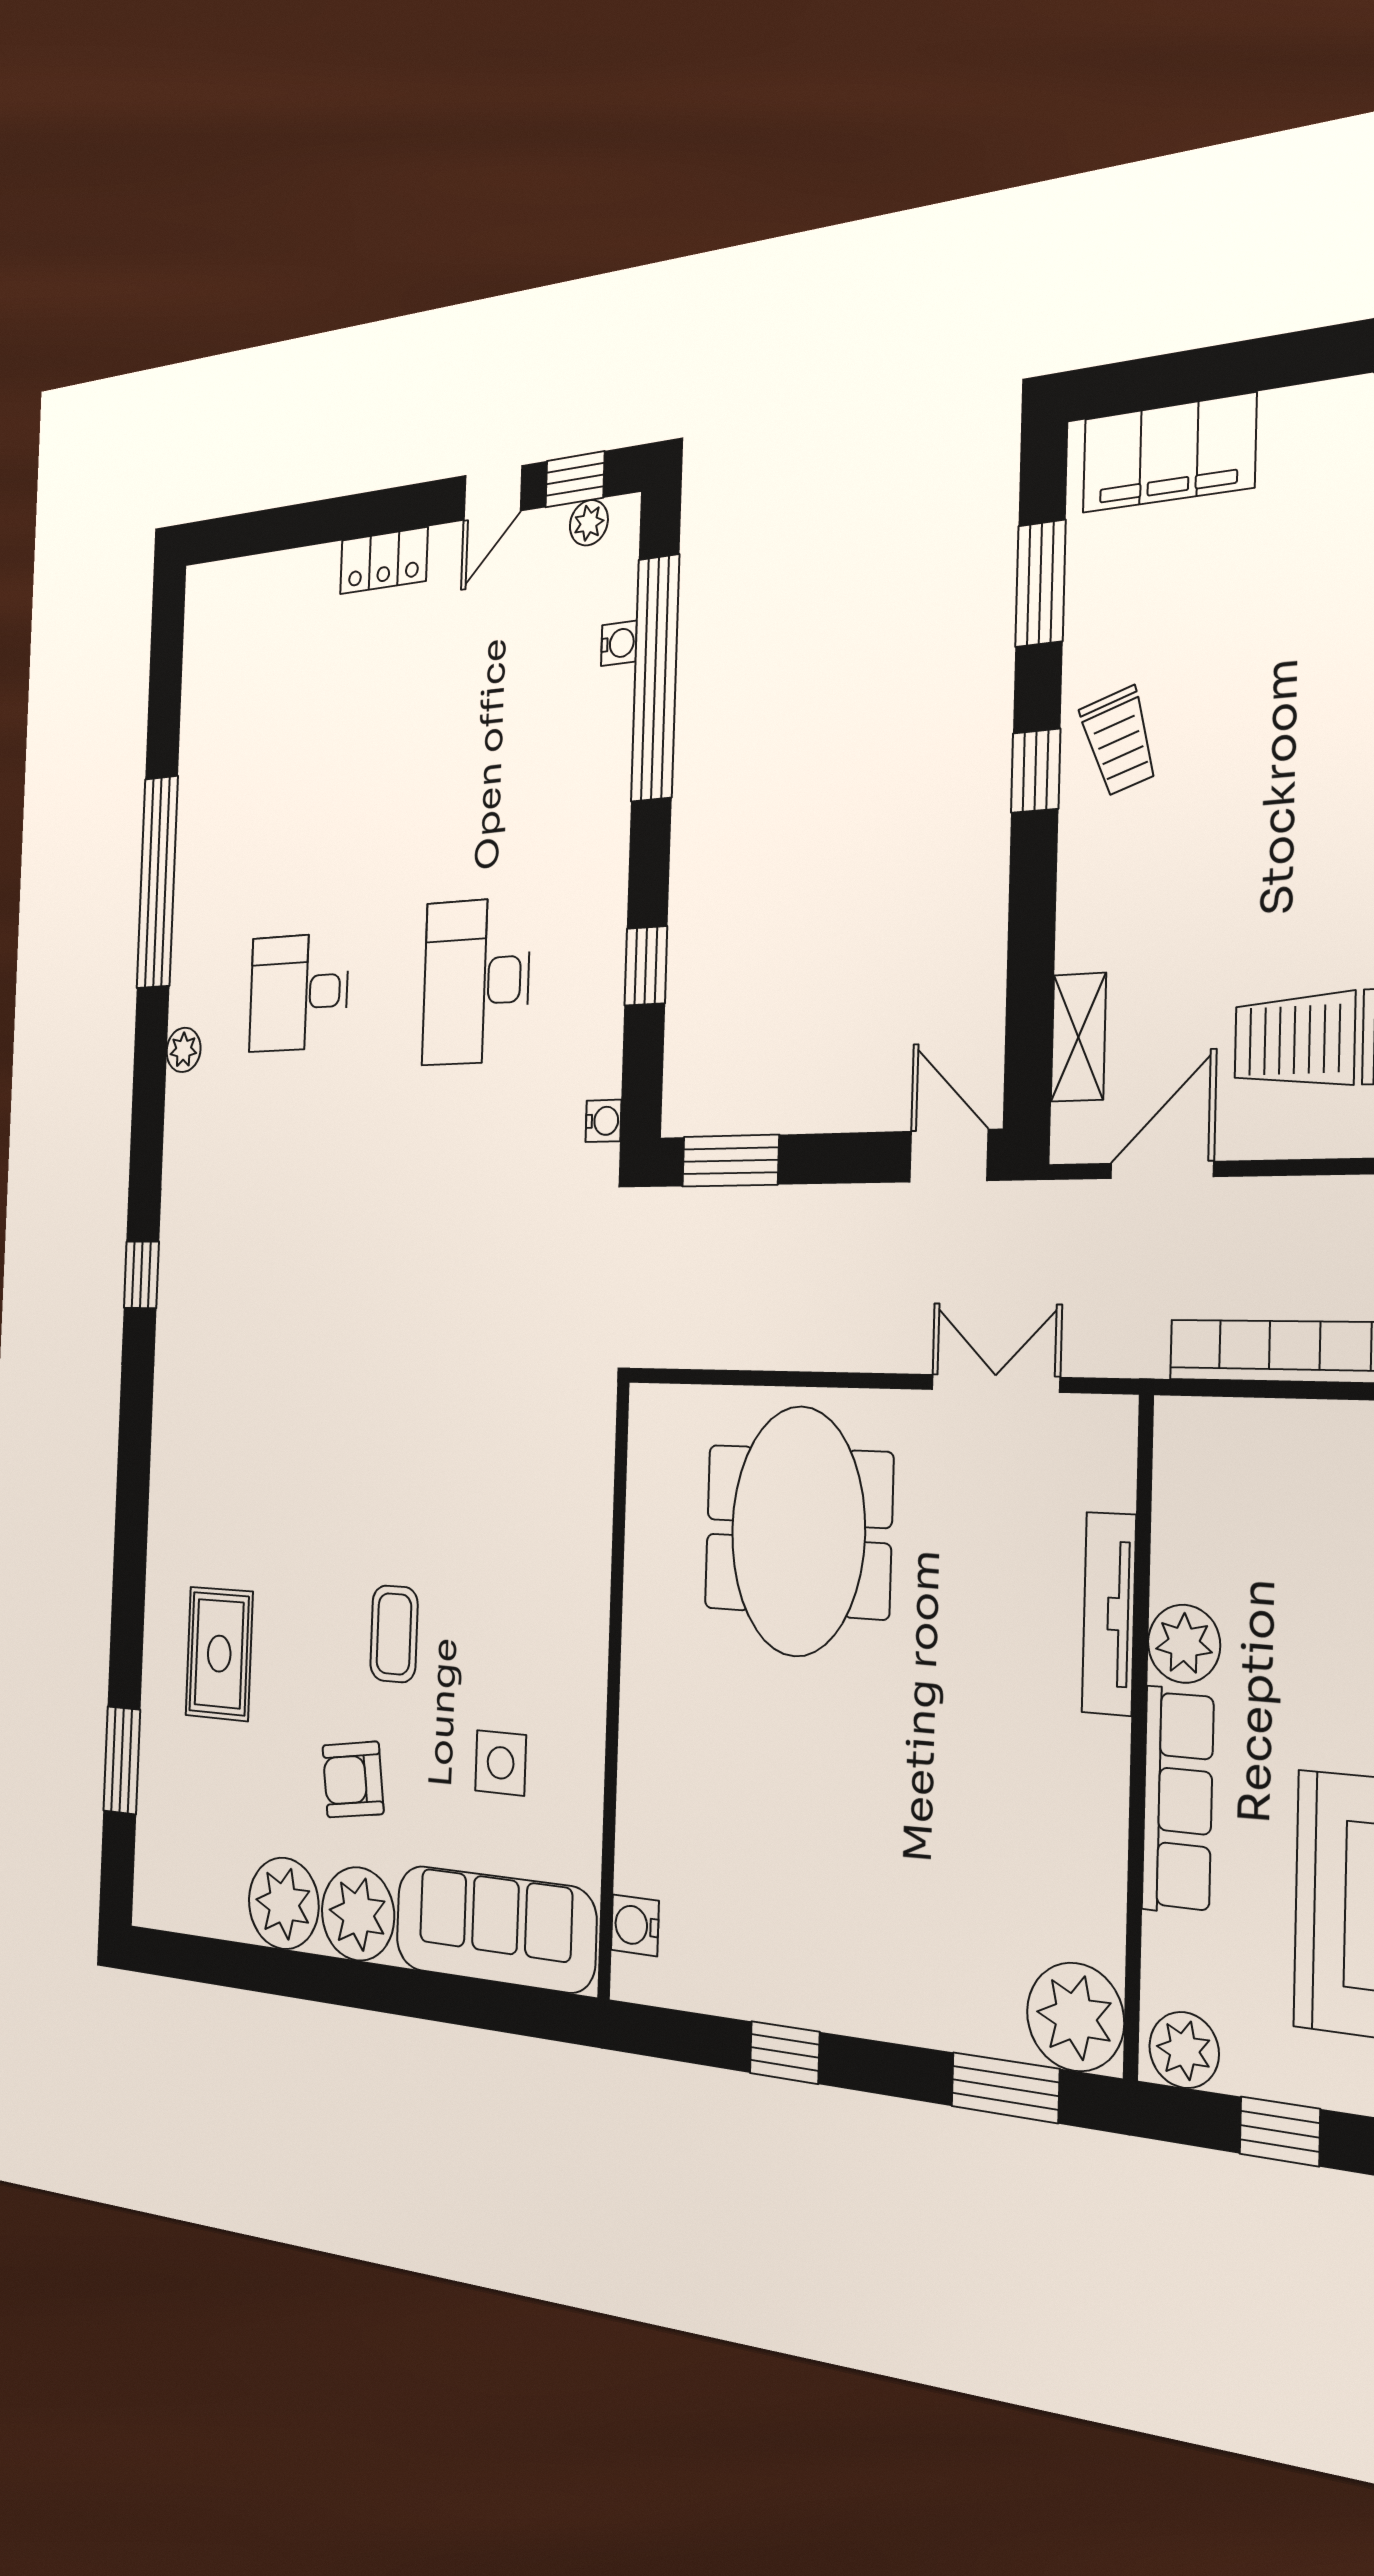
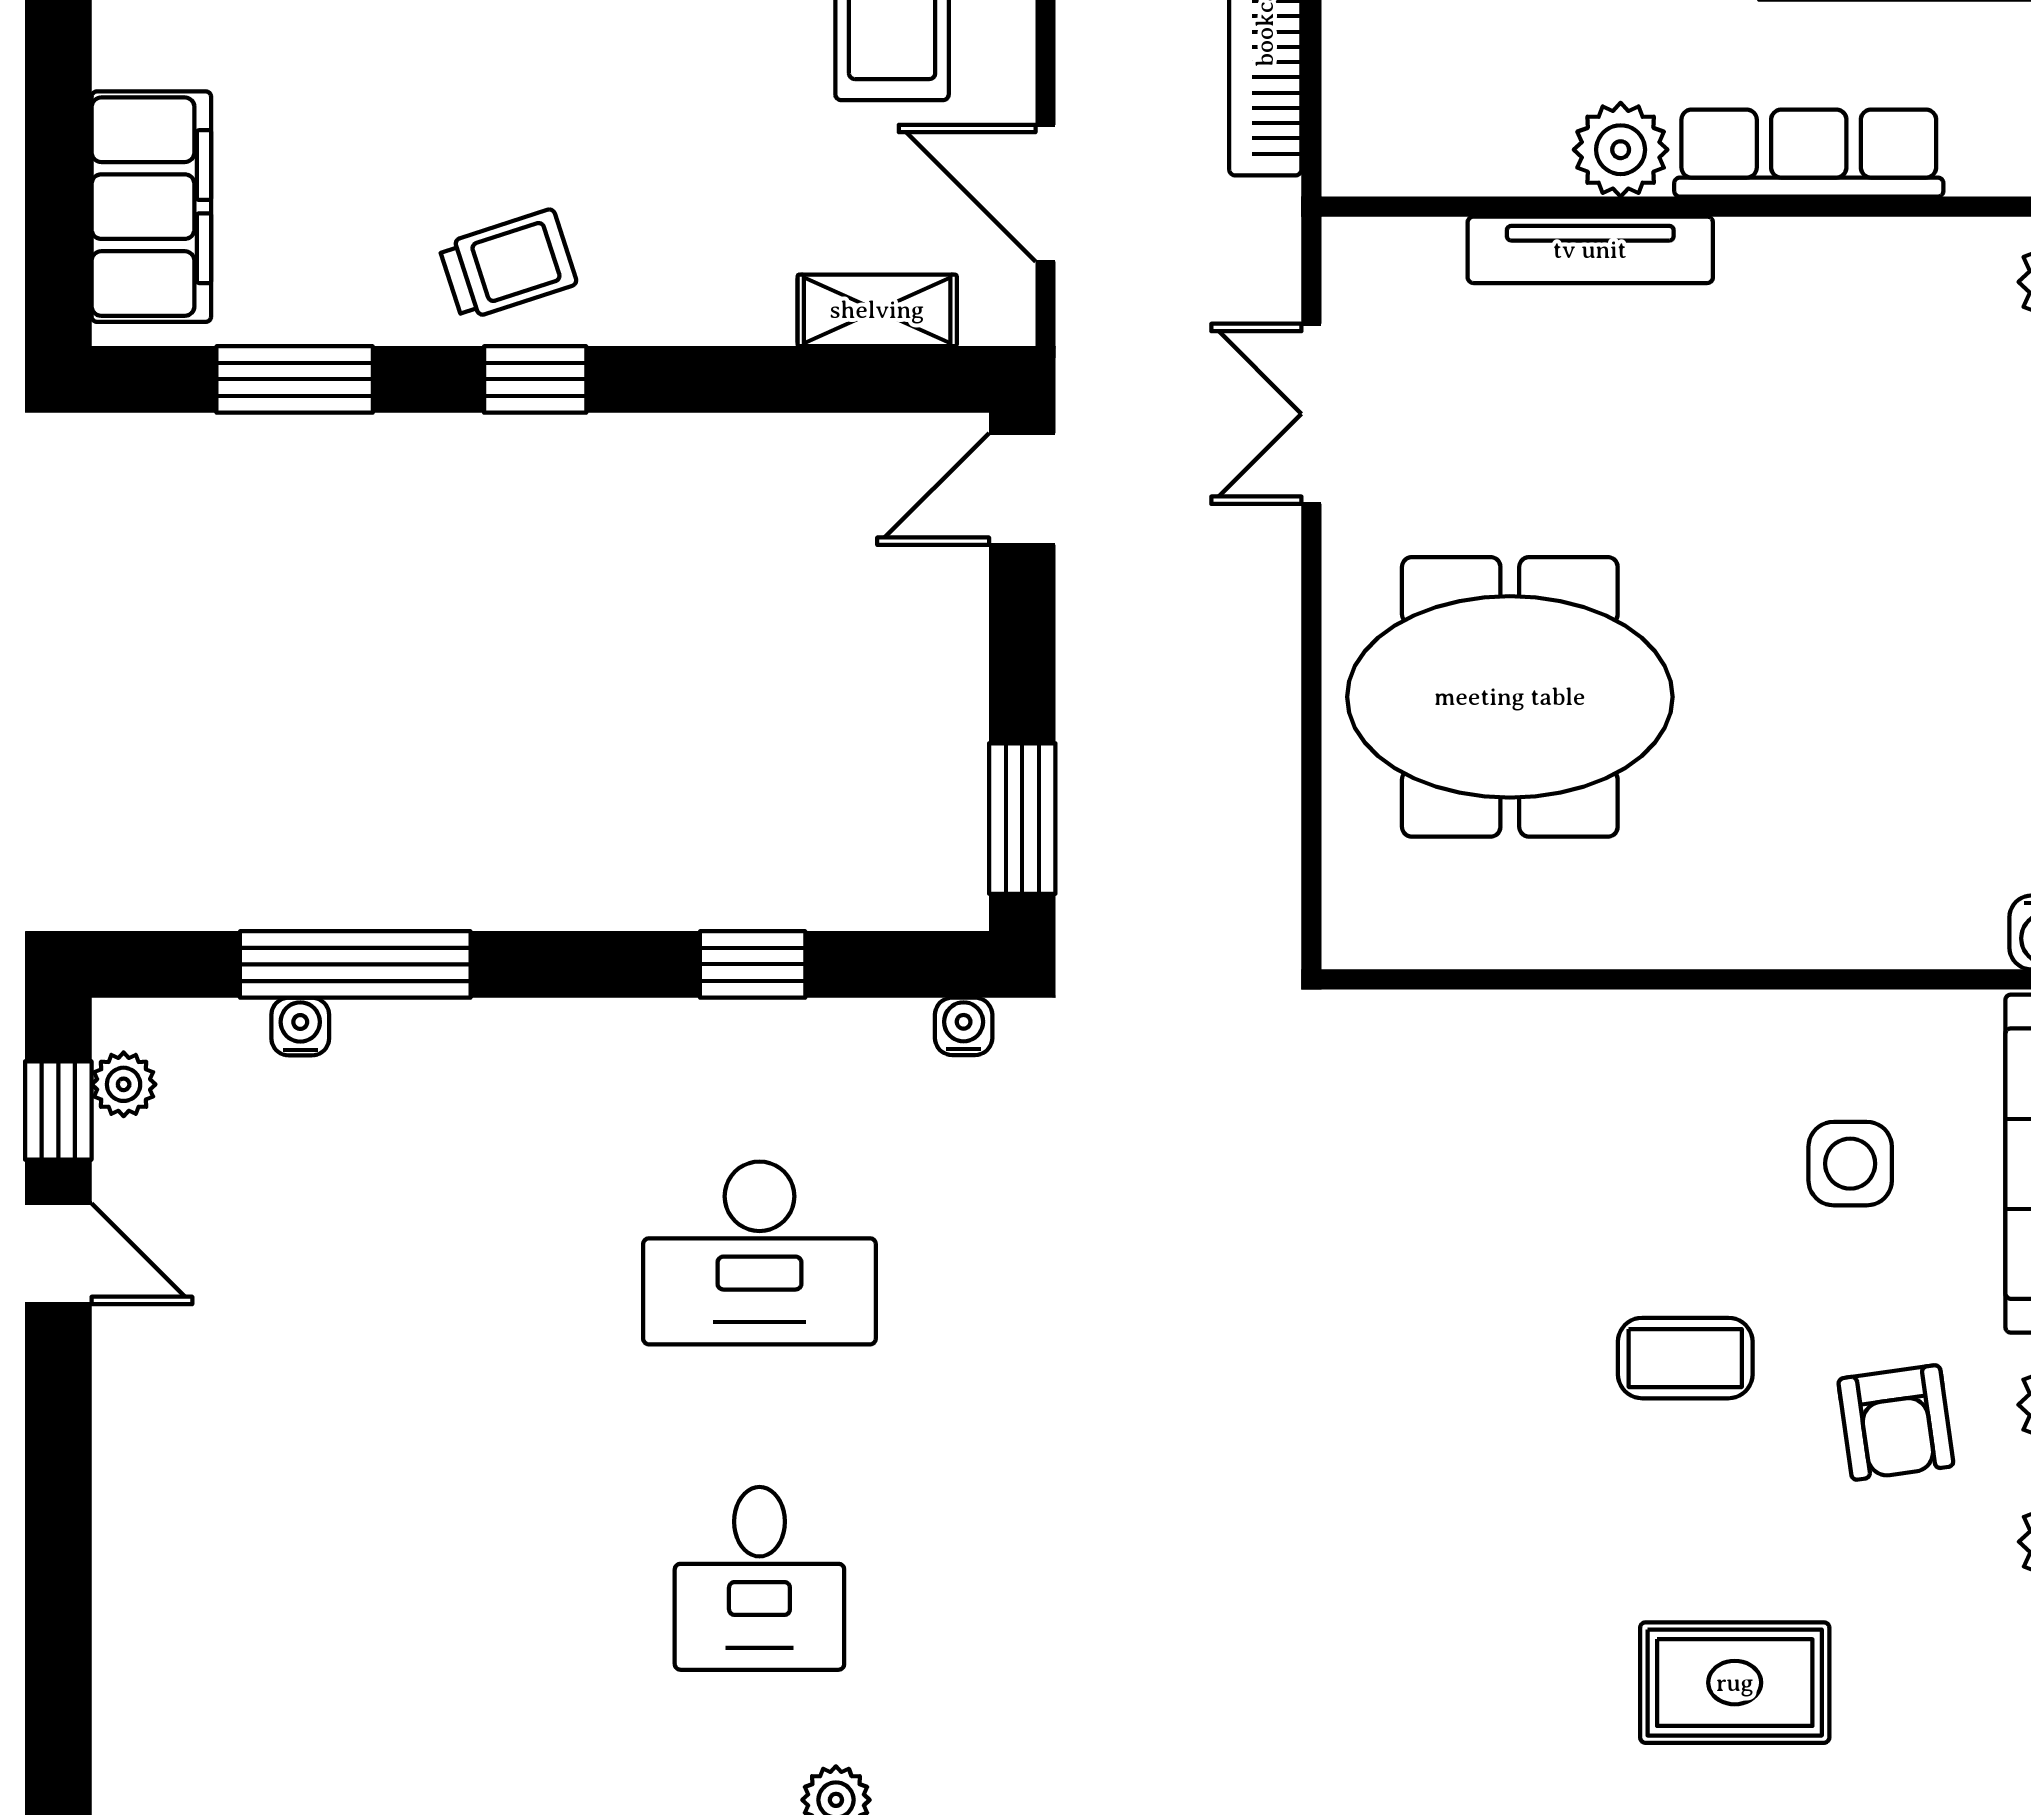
locker: (384, 561) -> (132, 1448), removed
window: (655, 678) -> (355, 964), width x0.68

